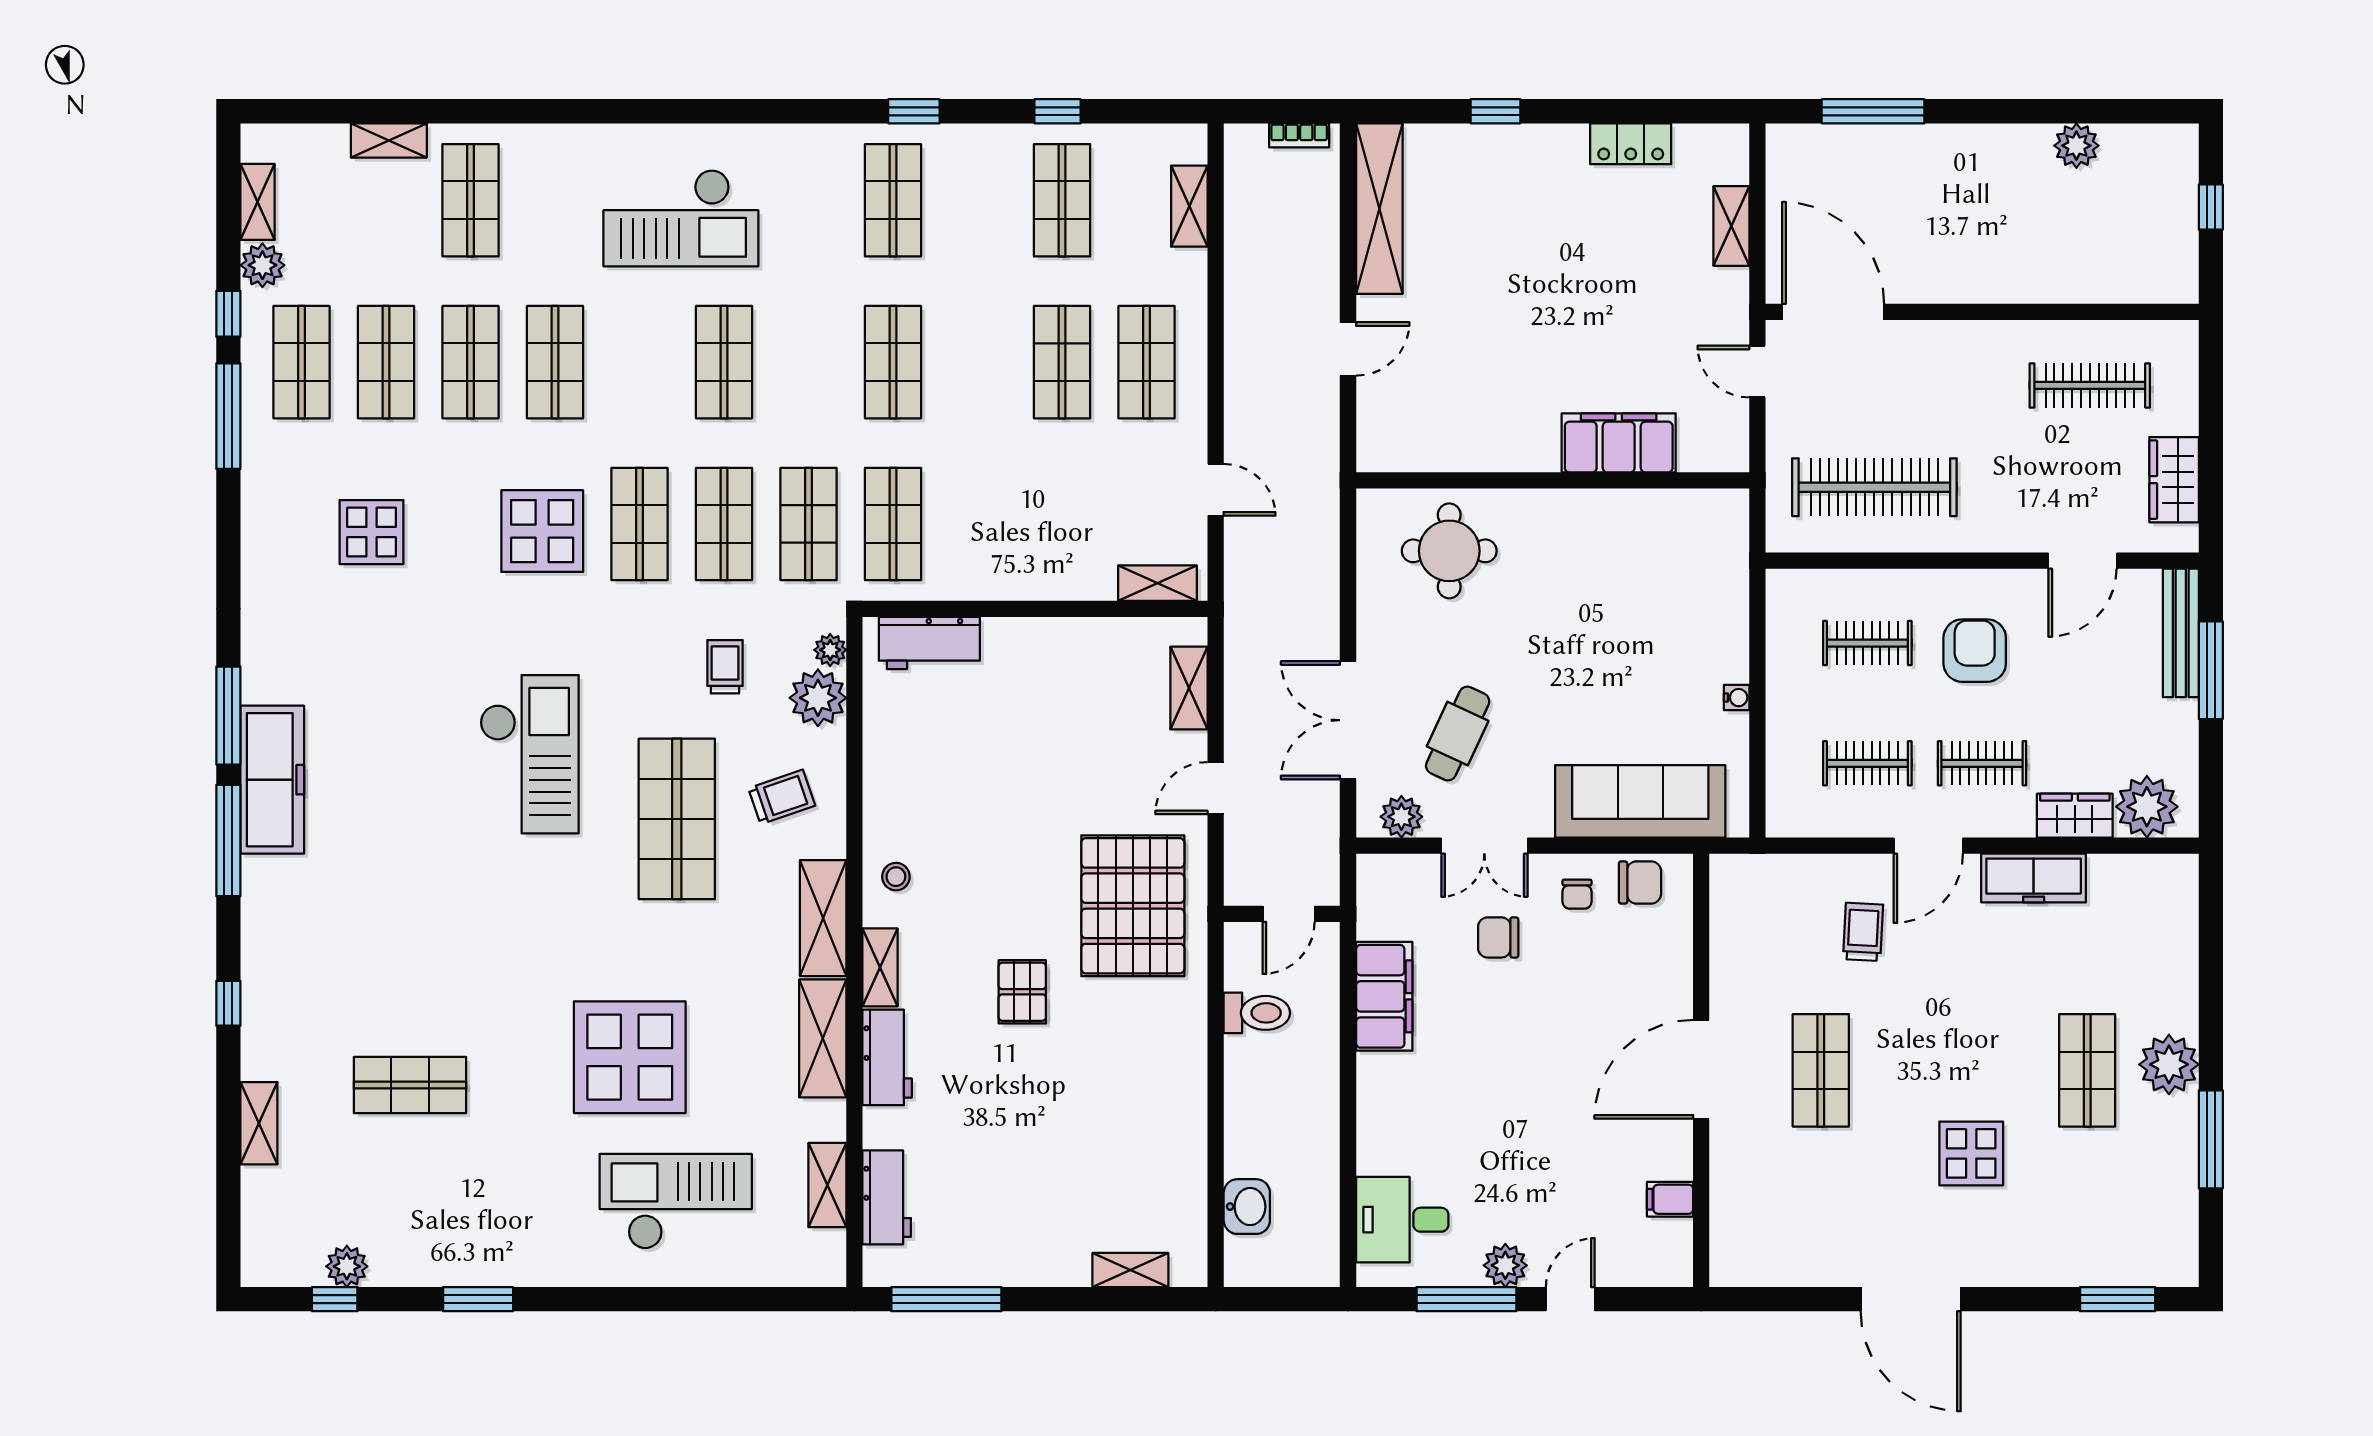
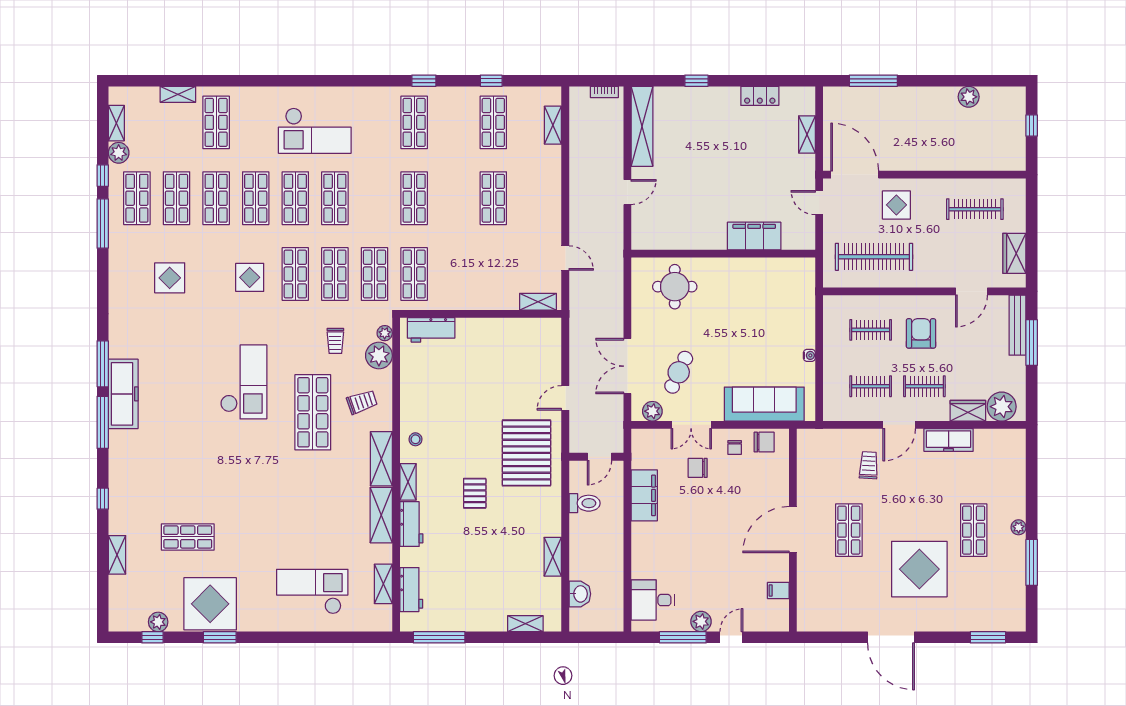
shop shelf: (1147, 362) -> (295, 198), moved
display table: (1922, 377) -> (896, 205), added
display table: (542, 531) -> (250, 277), width x0.73, depth x0.73
trolley: (725, 667) -> (335, 341), turned 180
shelving: (1189, 688) -> (553, 557), moved
display table: (630, 1057) -> (210, 604), moved
plant: (2169, 1064) -> (1019, 527), width x0.53, depth x0.53
display table: (1971, 1153) -> (919, 569), width x1.86, depth x1.86

